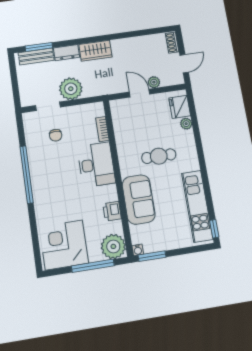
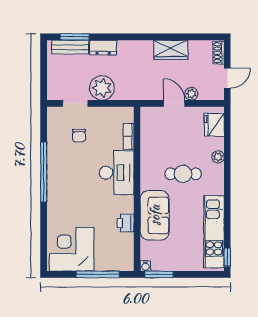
wardrobe: (95, 51) -> (171, 50), moved
plant: (186, 124) -> (218, 157), moved
plant: (113, 246) -> (121, 259), removed

